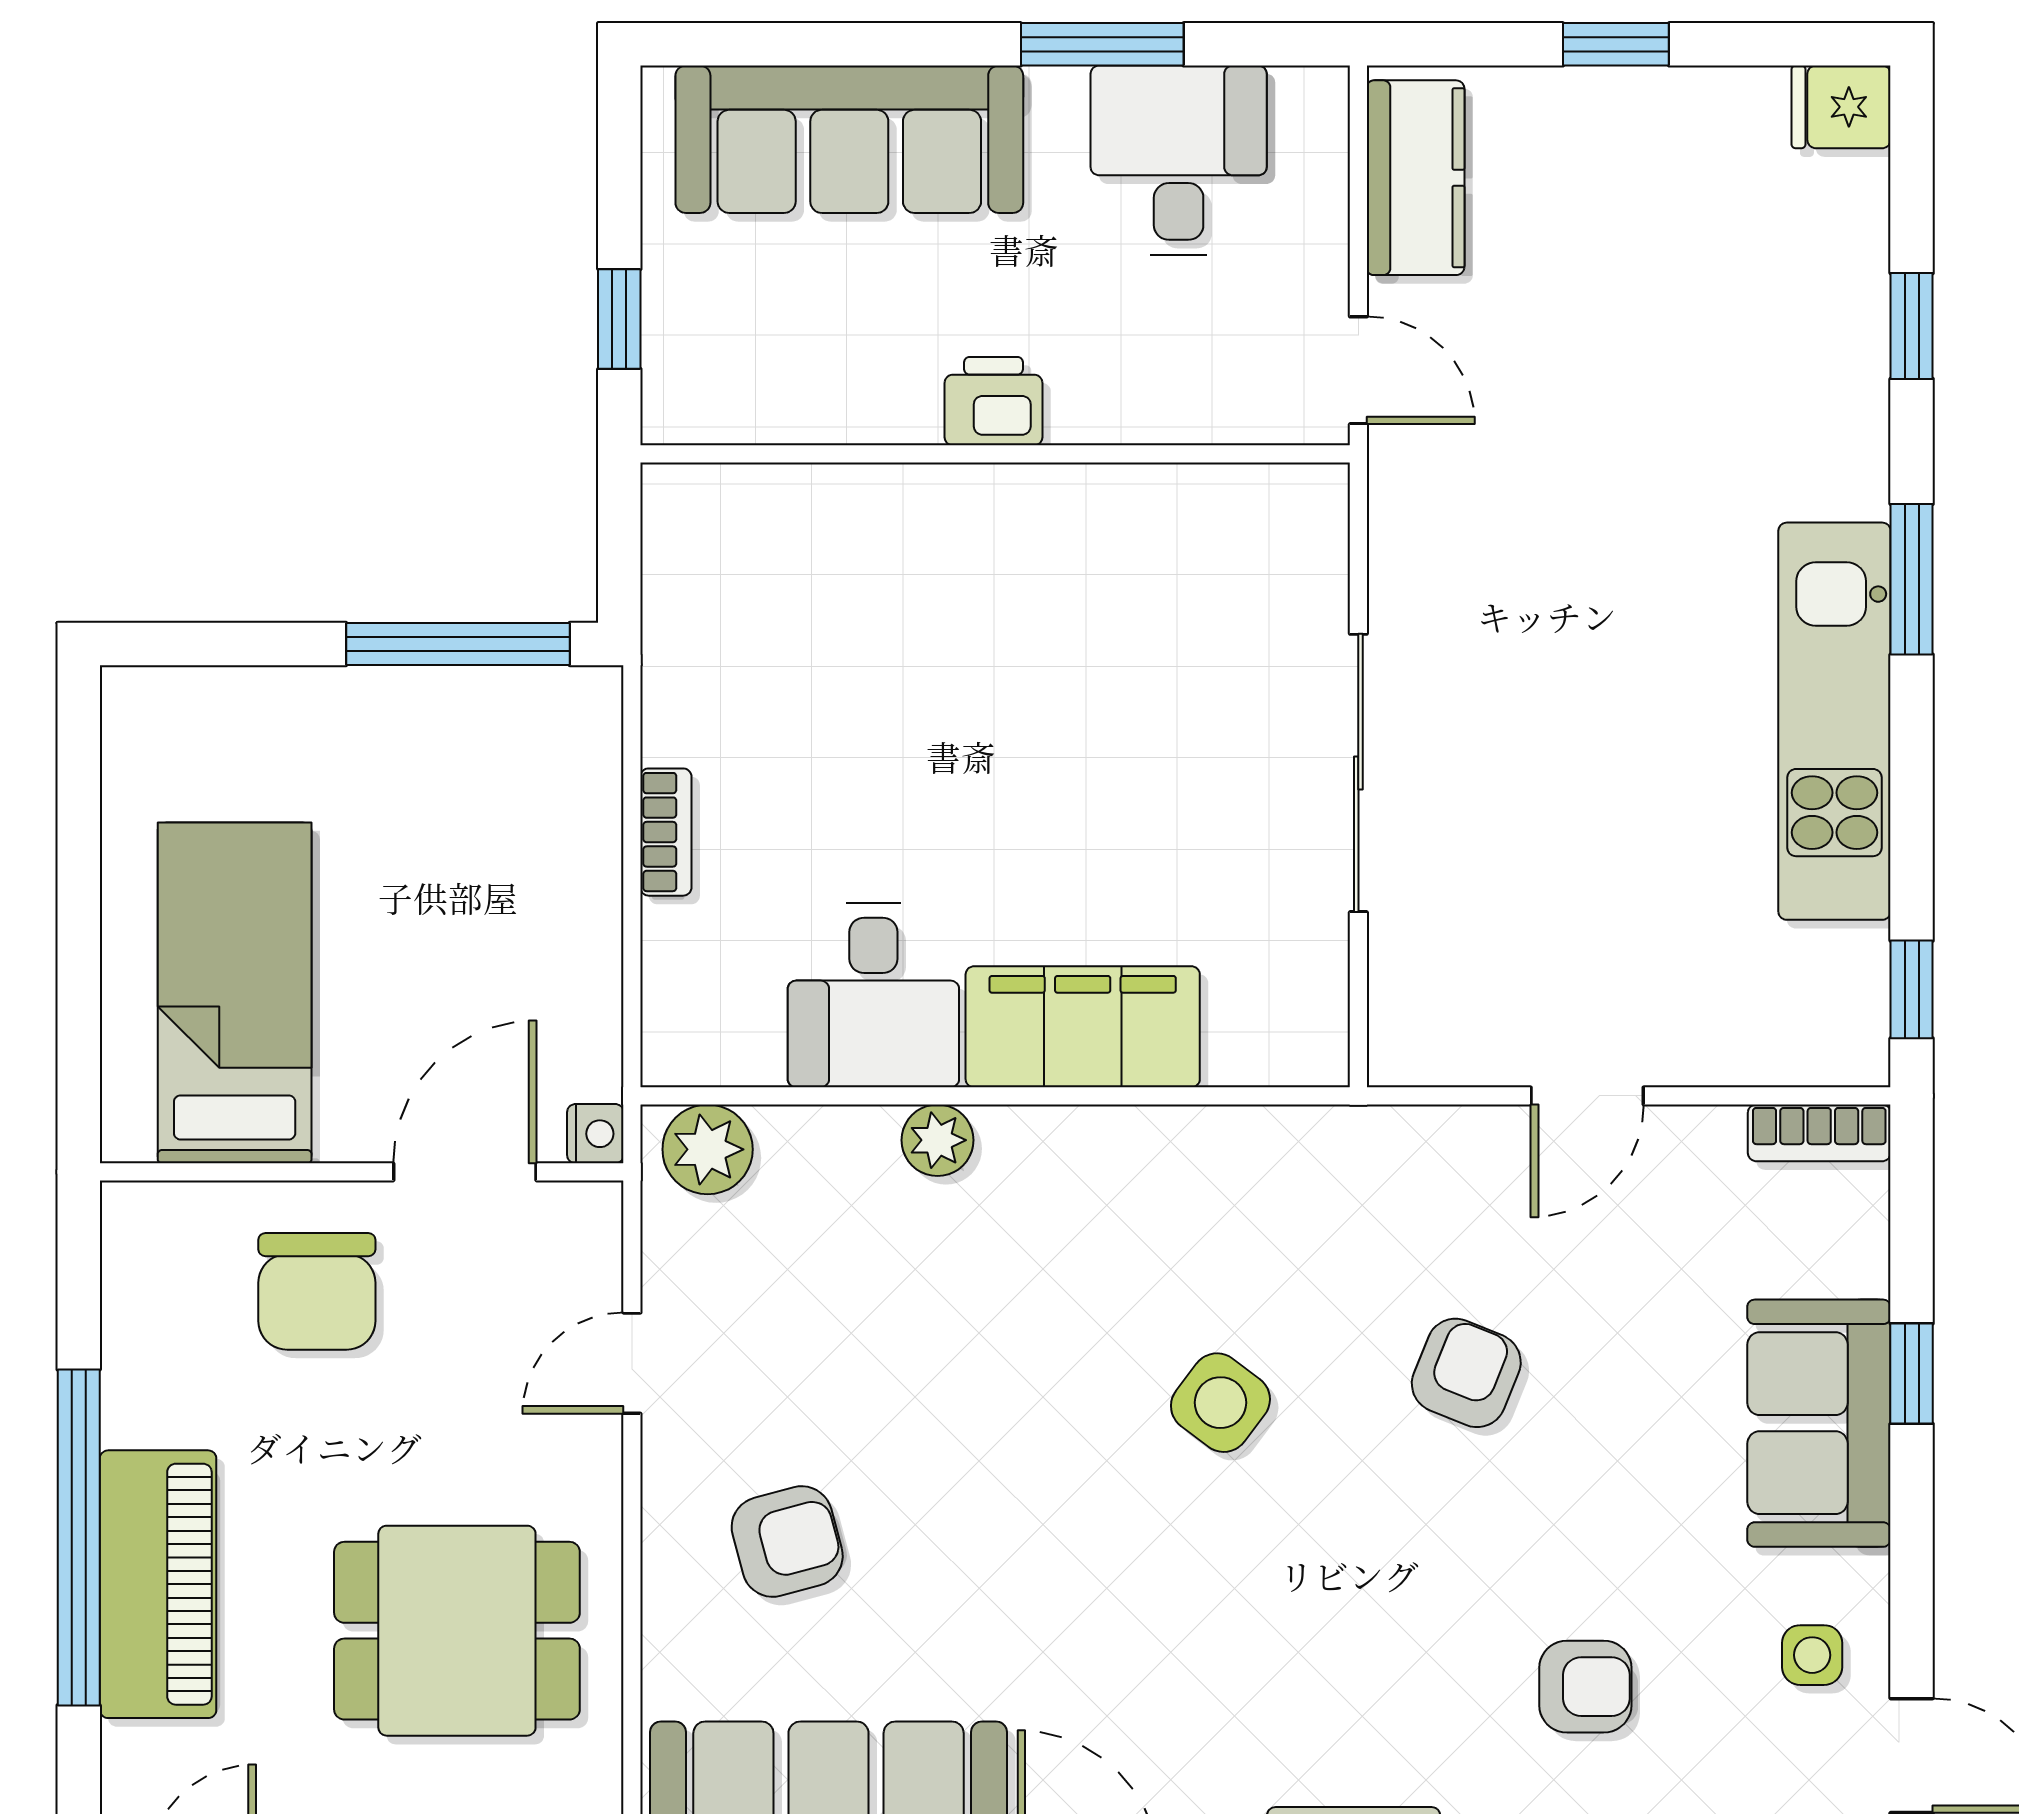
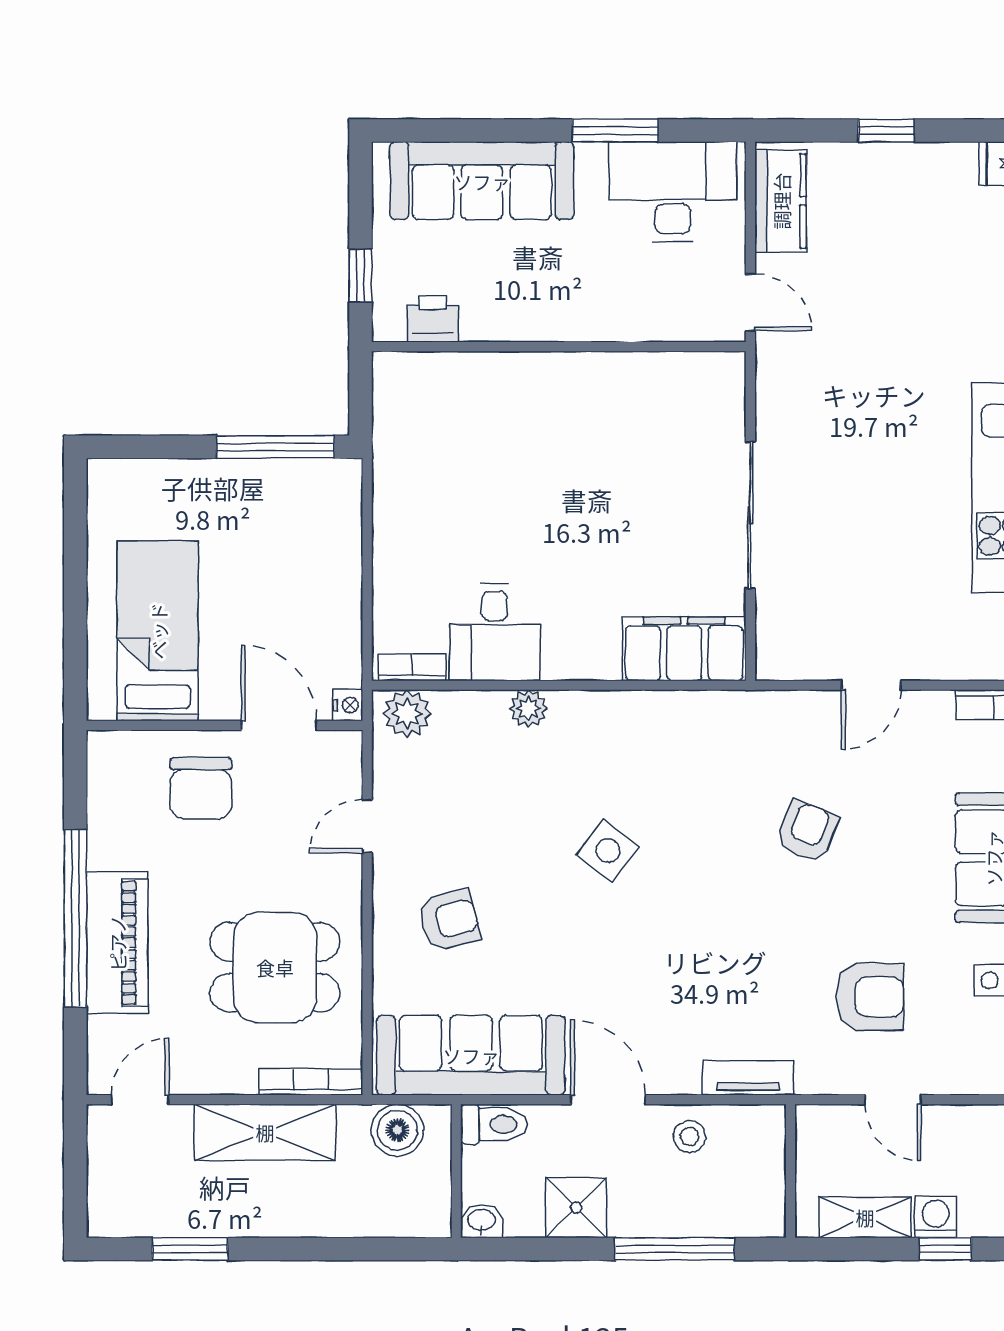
desk: (1179, 160) -> (673, 192), width x1.37
printer: (994, 401) -> (433, 319), moved
bookcase: (666, 832) -> (412, 667), moved, turned -90
filing cabinet: (1083, 1027) -> (684, 649), moved
door: (465, 1172) -> (279, 725), hinge flipped
side table: (1220, 1403) -> (608, 851), moved
armchair: (1585, 1687) -> (870, 997), width x1.38, depth x1.38

